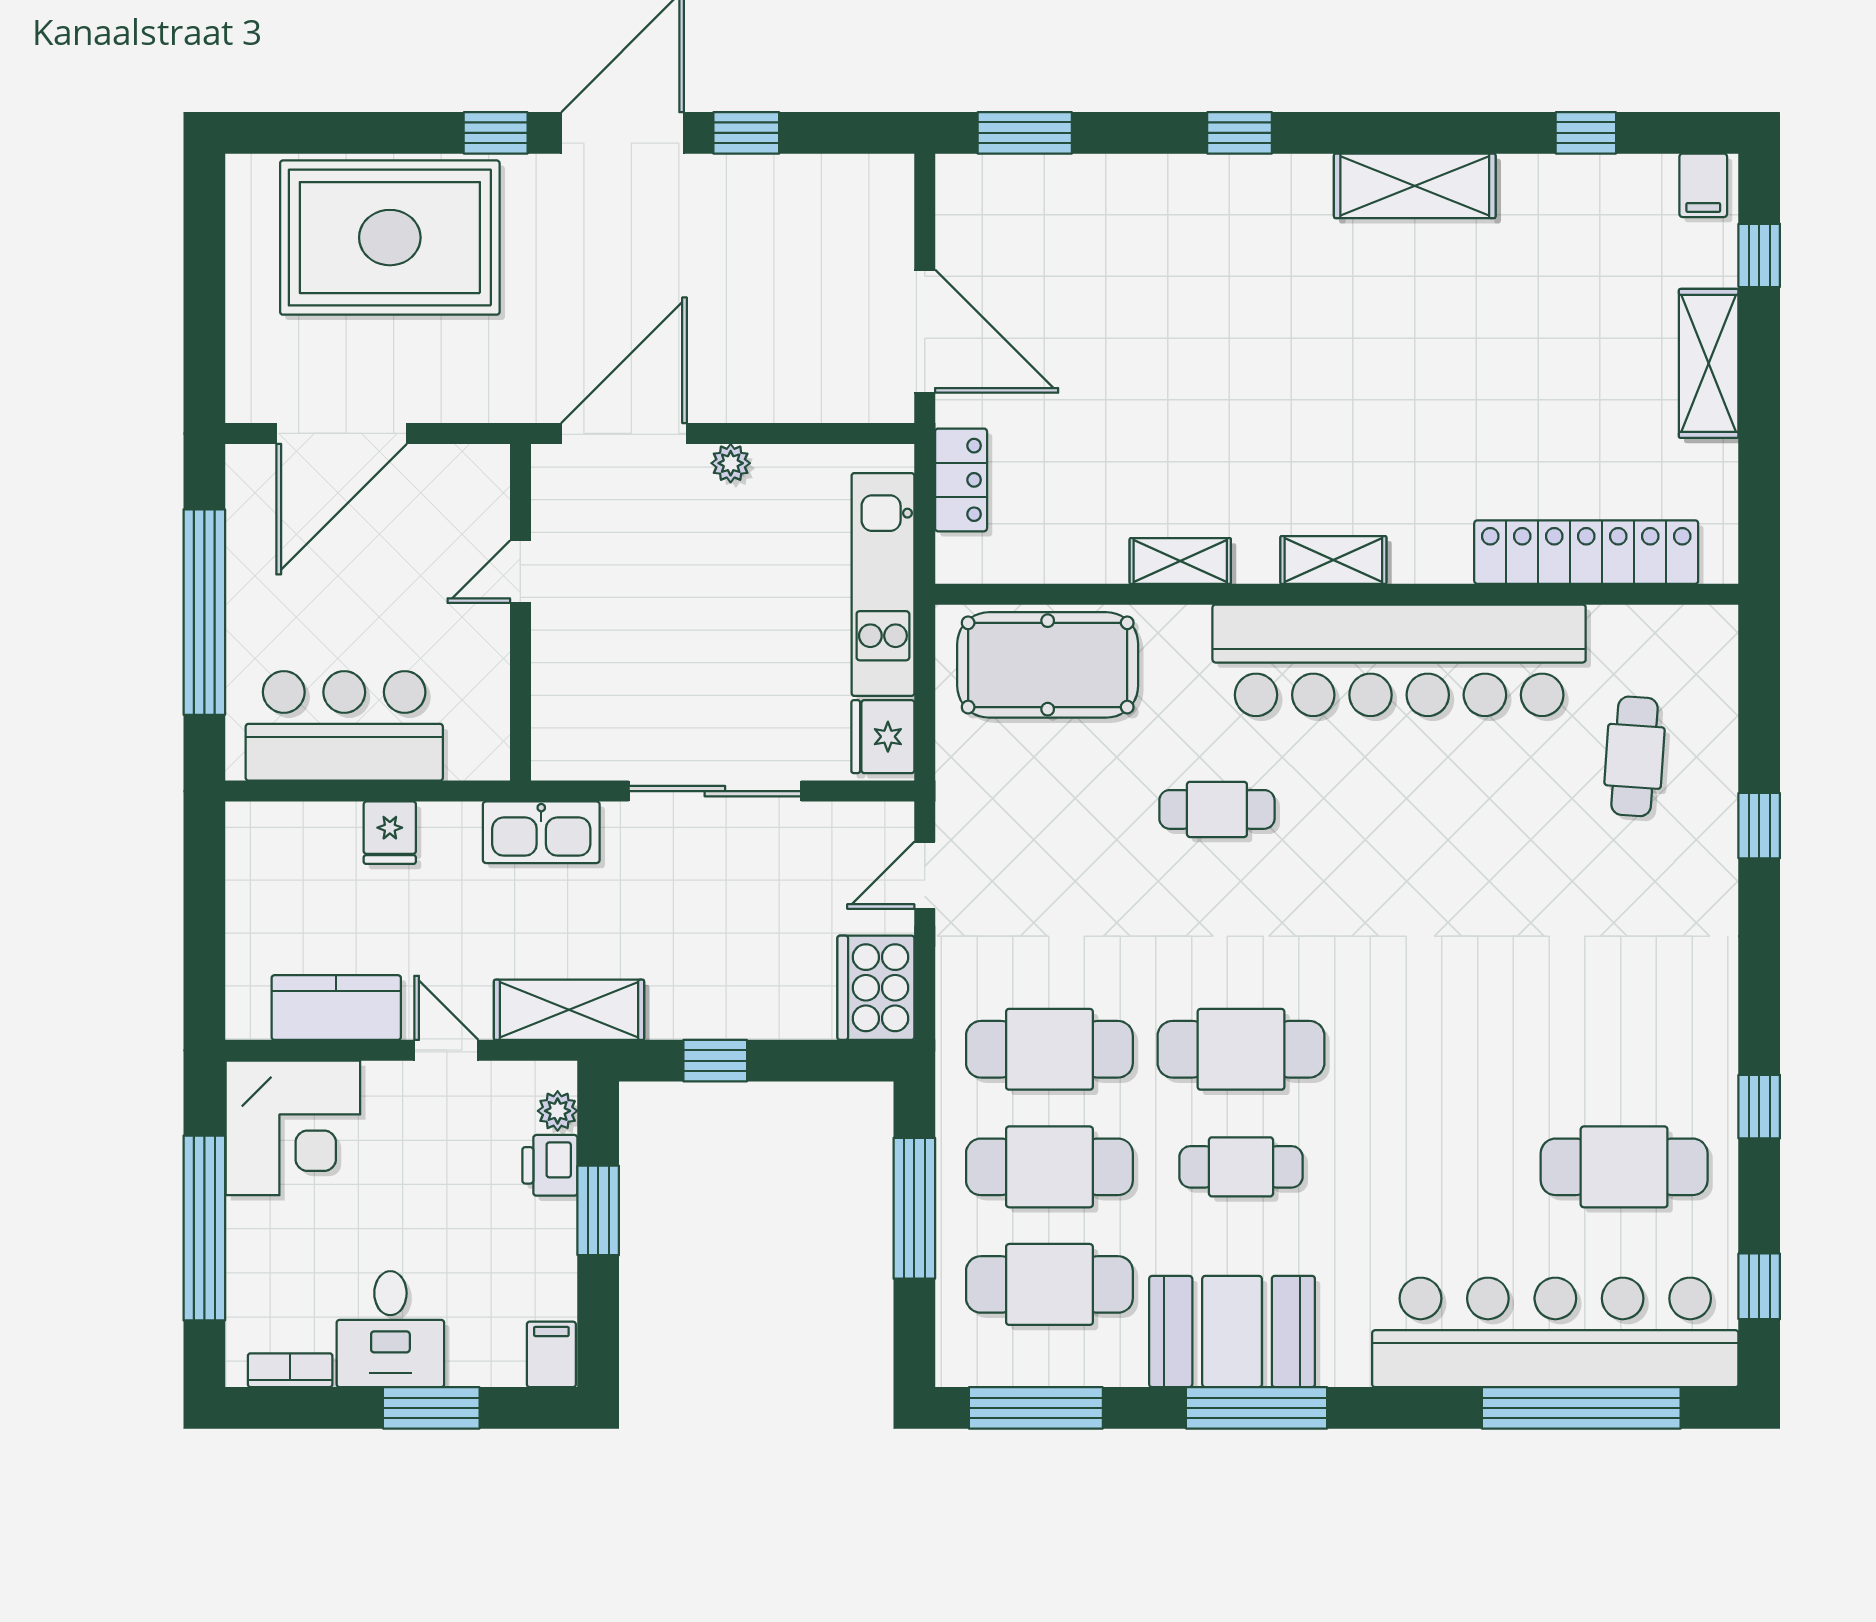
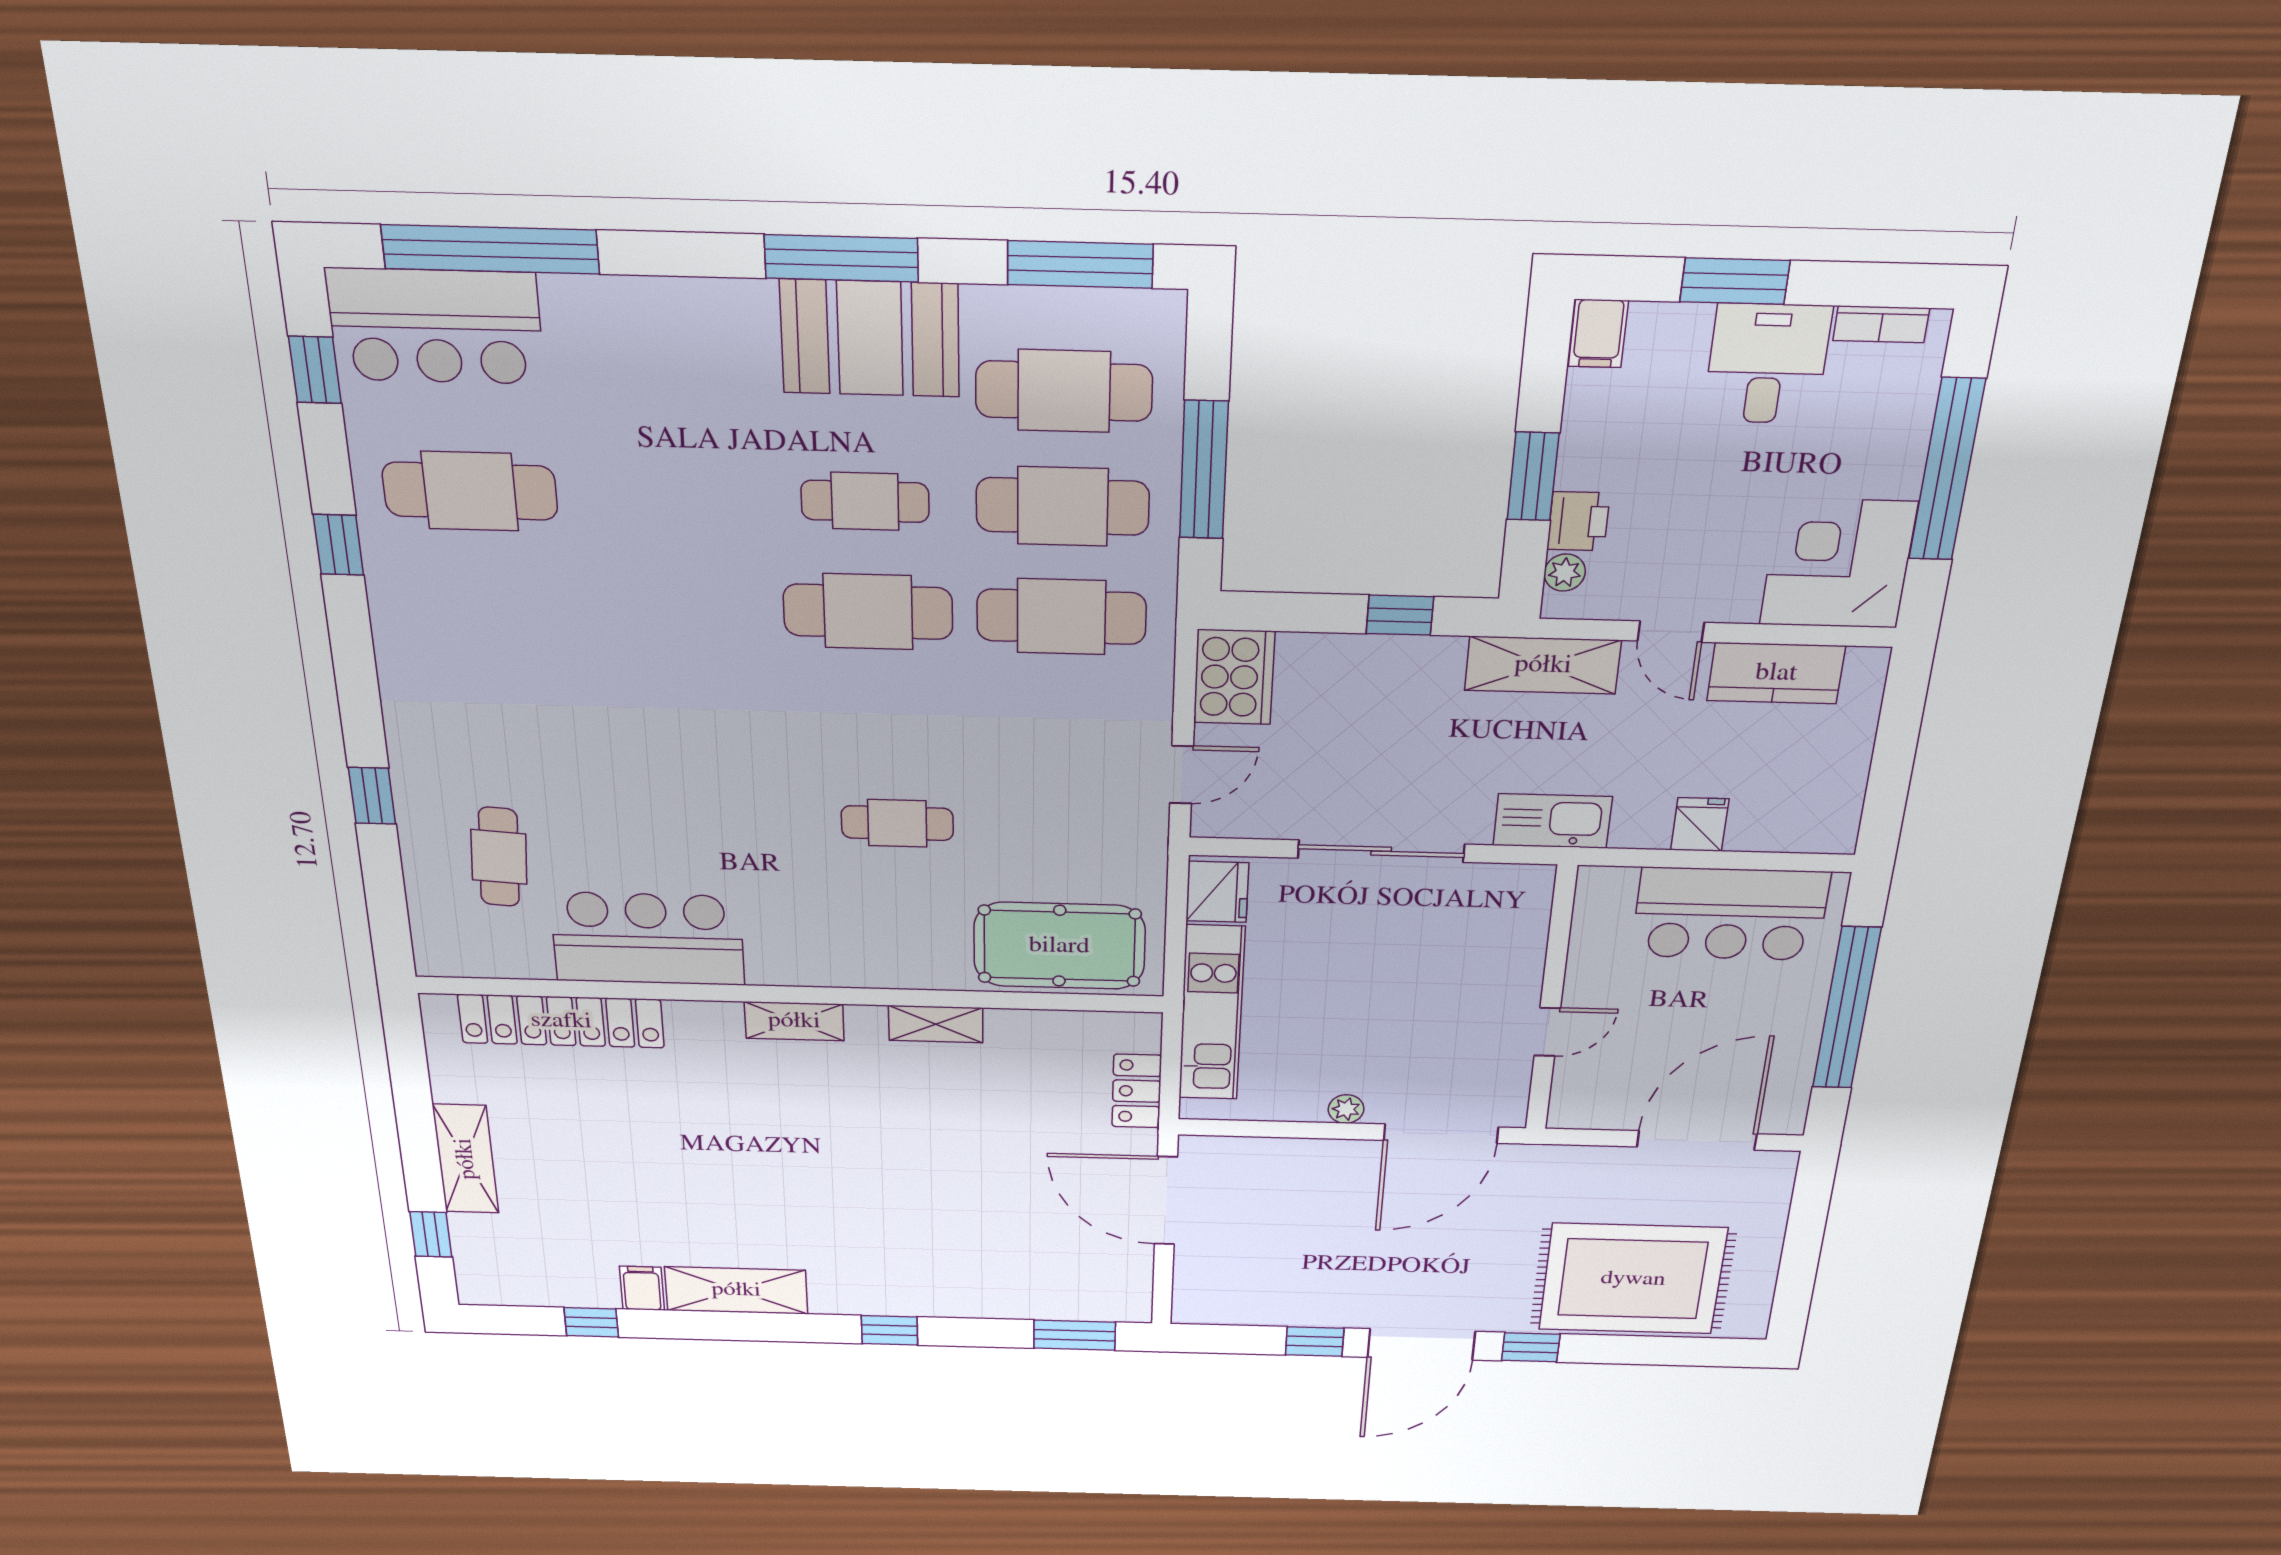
filing cabinet: (1703, 185) -> (642, 1288), moved
bar counter: (1399, 660) -> (648, 939), width x0.54
bar counter: (1555, 1332) -> (436, 326), width x0.54

